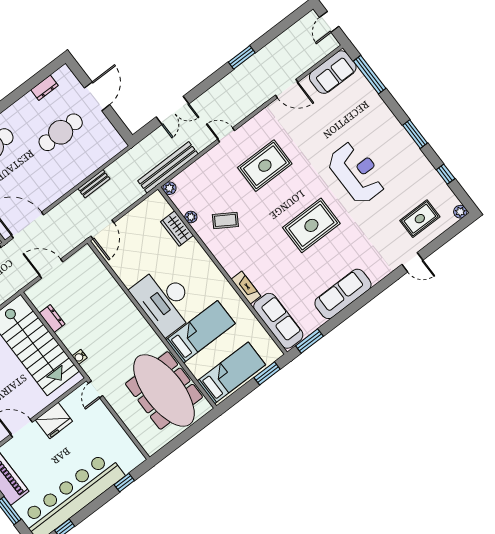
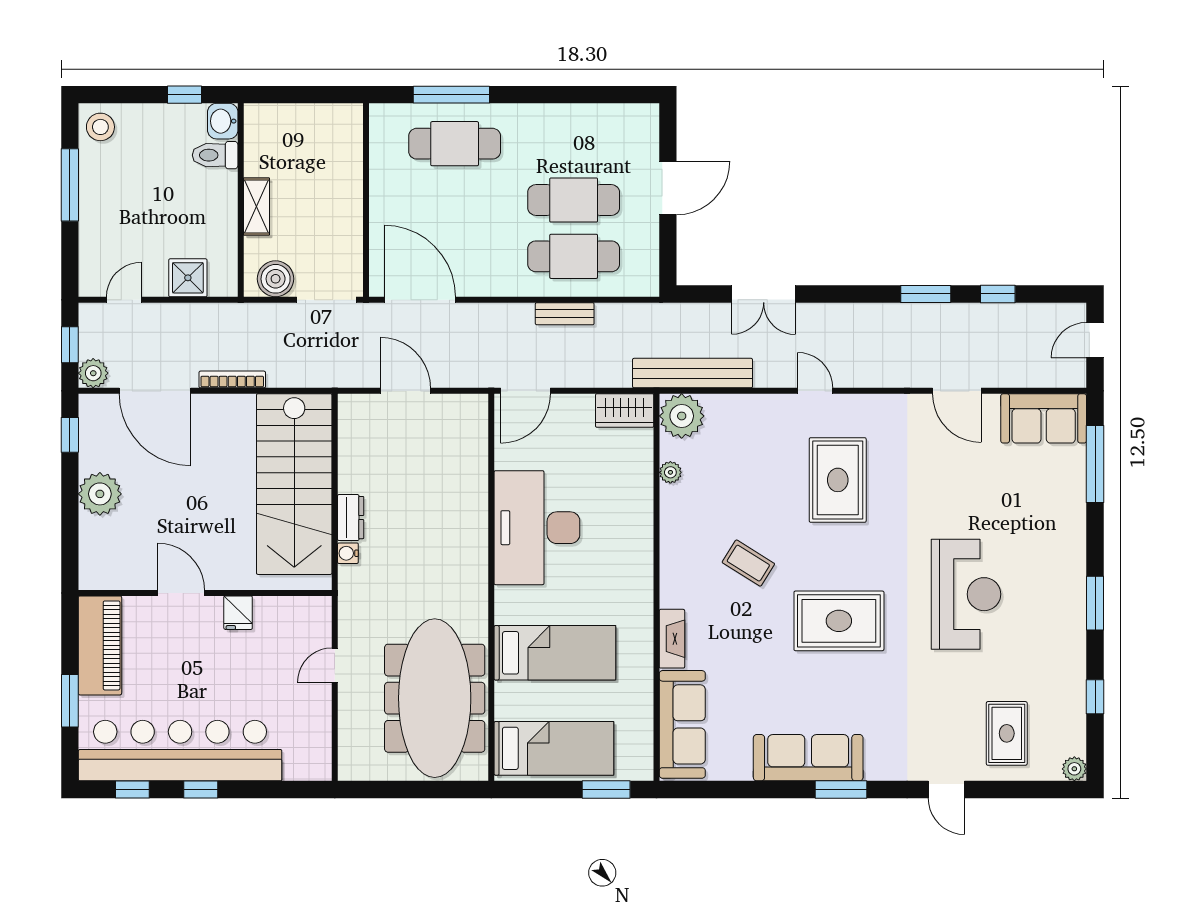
window: (272, 34) -> (998, 294), added
dresser: (45, 88) -> (600, 116), removed
cafe table: (79, 156) -> (574, 256), added
rug: (265, 166) -> (838, 480), turned 90
plant: (169, 188) -> (682, 416), width x1.87, depth x1.87
rug: (420, 219) -> (1007, 733), turned 90
coffee table: (225, 220) -> (748, 563), moved
wardrobe: (177, 229) -> (625, 411), moved, turned -90
desk: (165, 301) -> (537, 528), moved
dresser: (52, 319) -> (351, 518), moved
window: (309, 341) -> (841, 789), moved
door: (96, 390) -> (335, 665), moved
fridge: (54, 421) -> (238, 613), width x0.53, depth x0.75
window: (124, 483) -> (201, 789), moved

